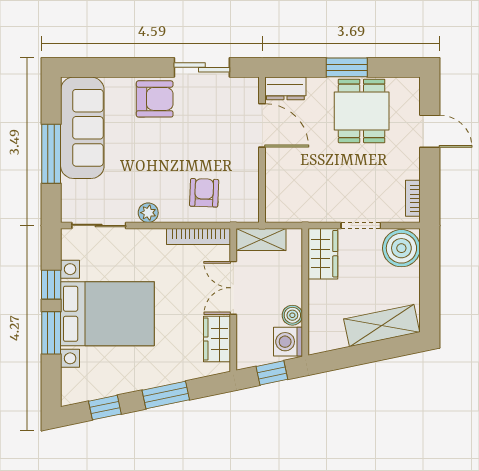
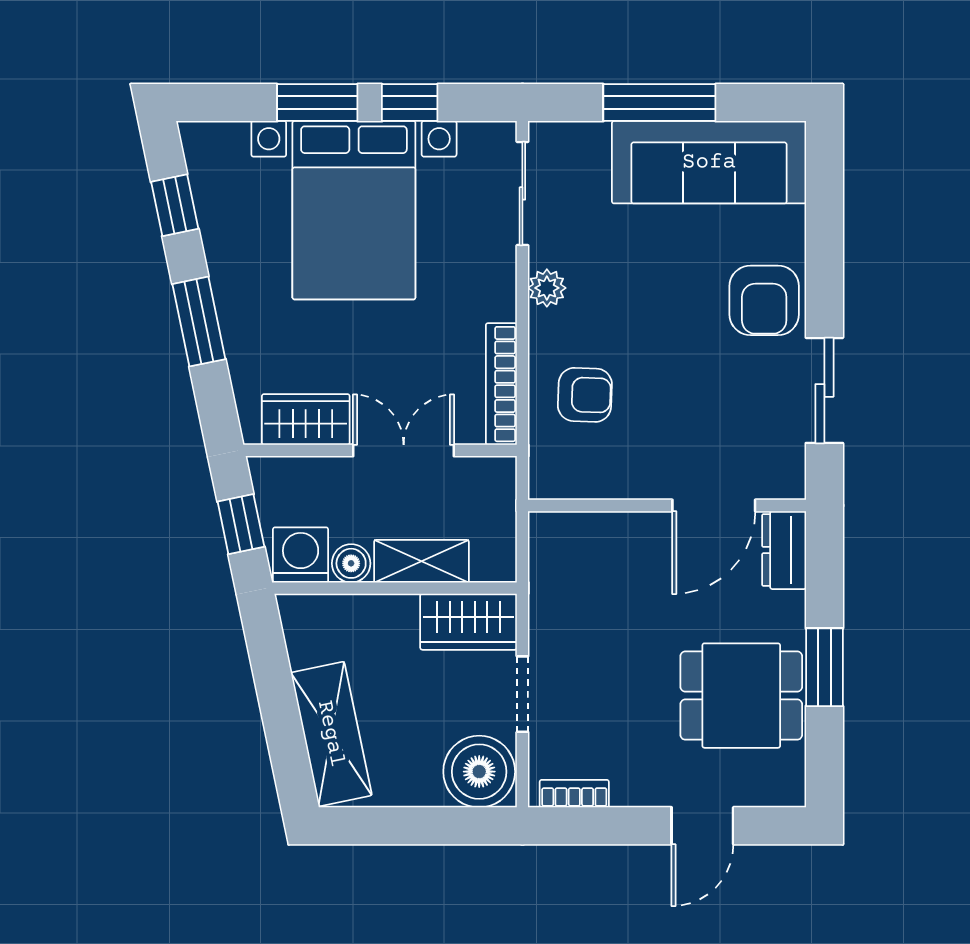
shelving: (261, 240) -> (421, 561), moved, turned 90

